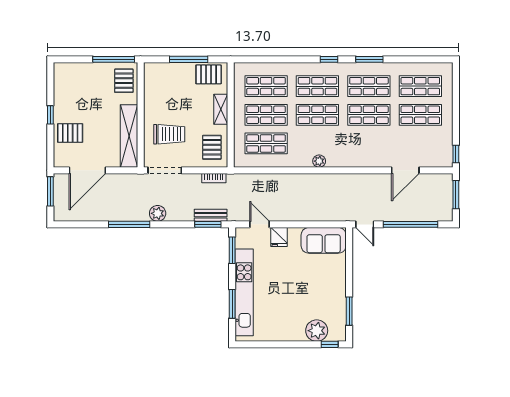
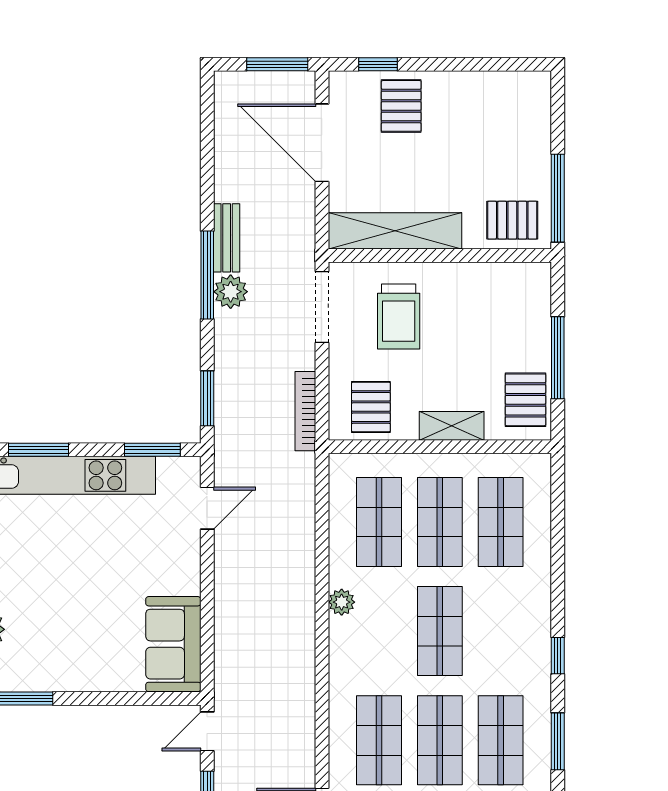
shop shelf: (317, 86) -> (379, 740), moved
window: (50, 115) -> (378, 64), moved
pallet: (212, 147) -> (371, 407), turned 90
plant: (319, 161) -> (342, 602), moved
bookcase: (214, 178) -> (305, 411), width x1.56
bench: (211, 215) -> (227, 238), moved
window: (129, 224) -> (207, 275), moved
fridge: (279, 237) -> (180, 549), removed

